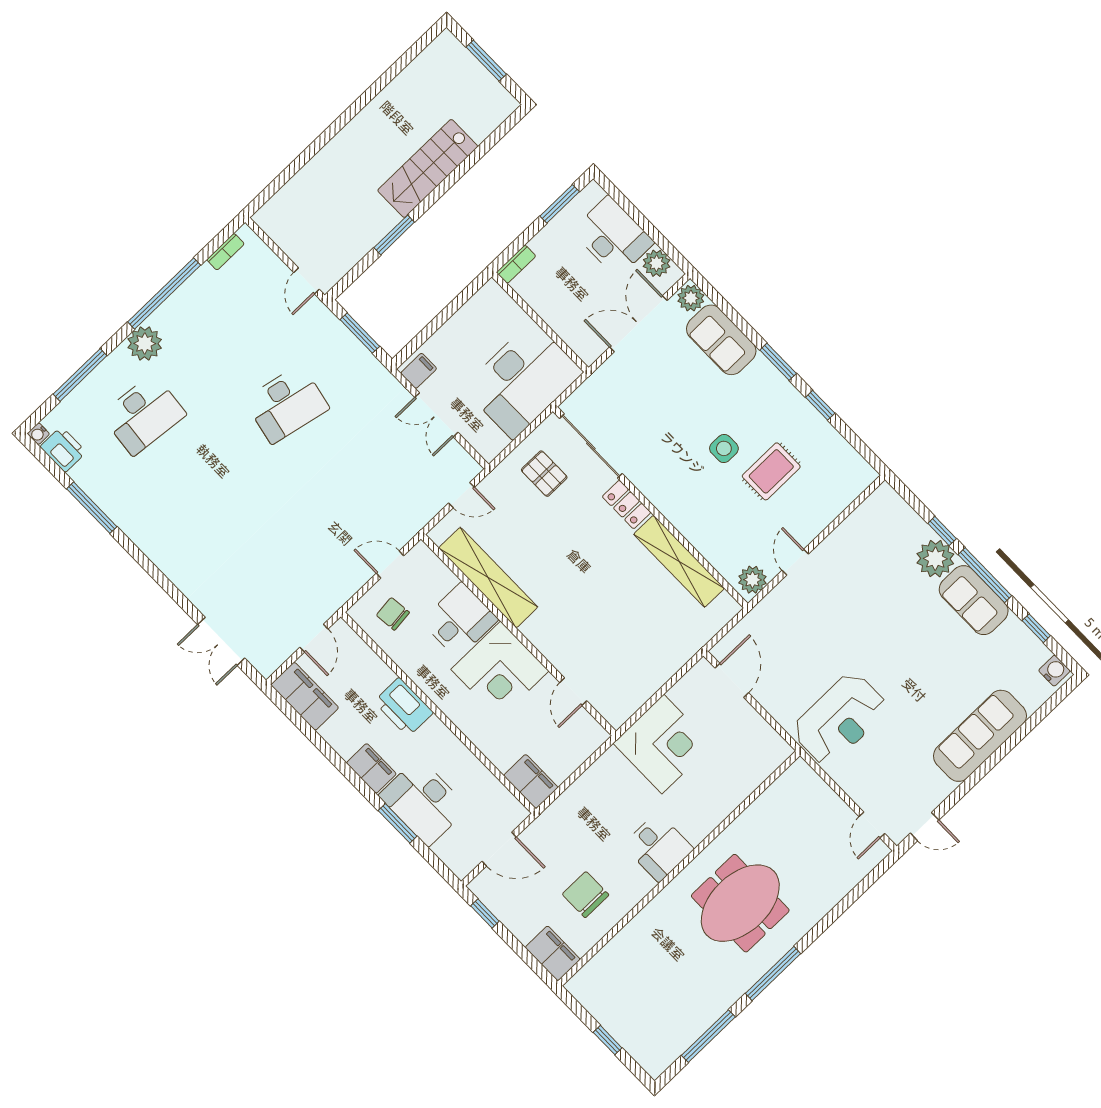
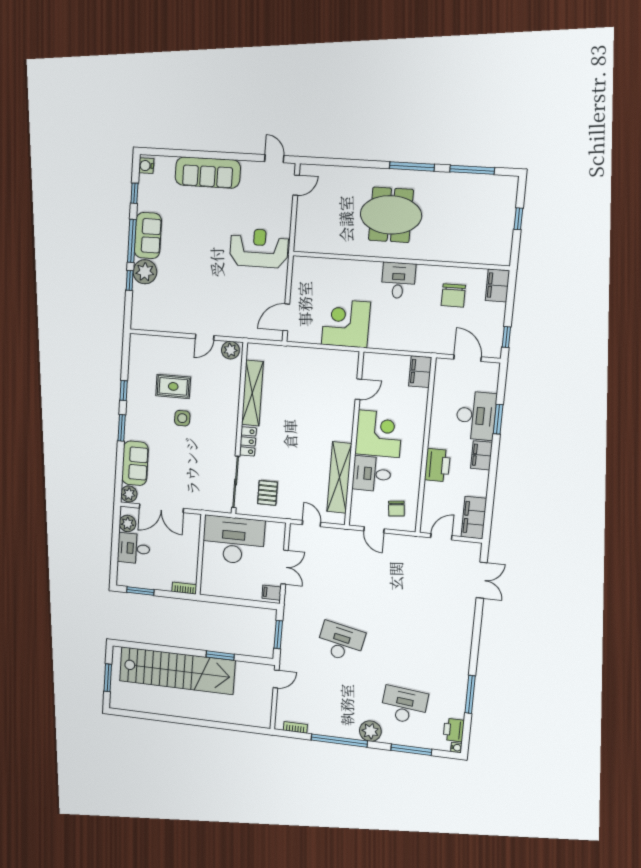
stairs: (428, 168) -> (177, 671), width x1.86, depth x1.51
desk: (613, 237) -> (134, 548), width x0.73

